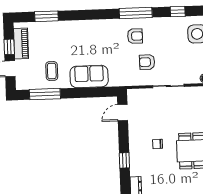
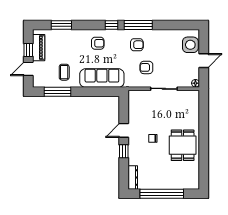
window: (178, 11) -> (112, 25), moved
armchair: (90, 36) -> (98, 43), added
sofa: (89, 76) -> (102, 78), width x1.36
door: (123, 113) -> (124, 130), moved

